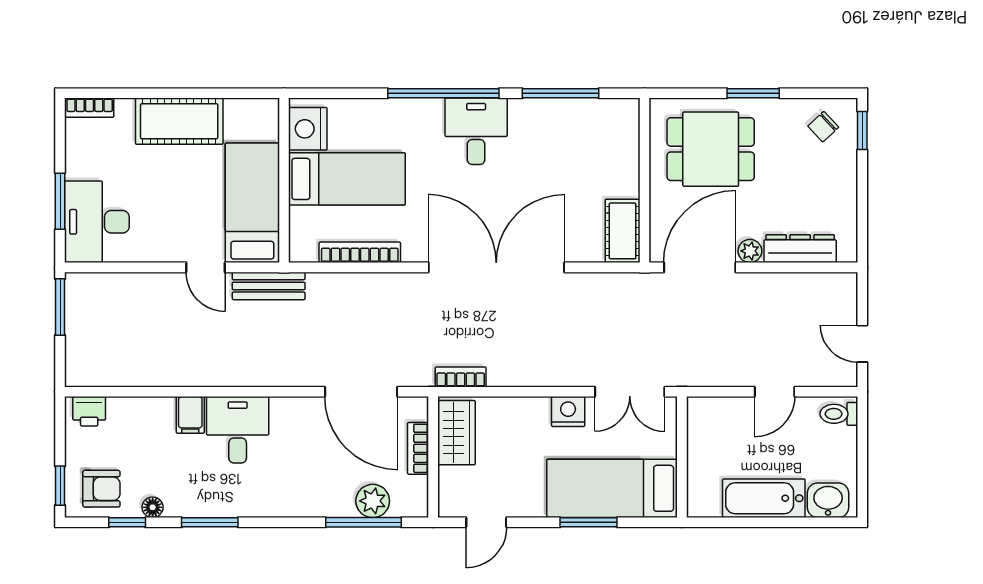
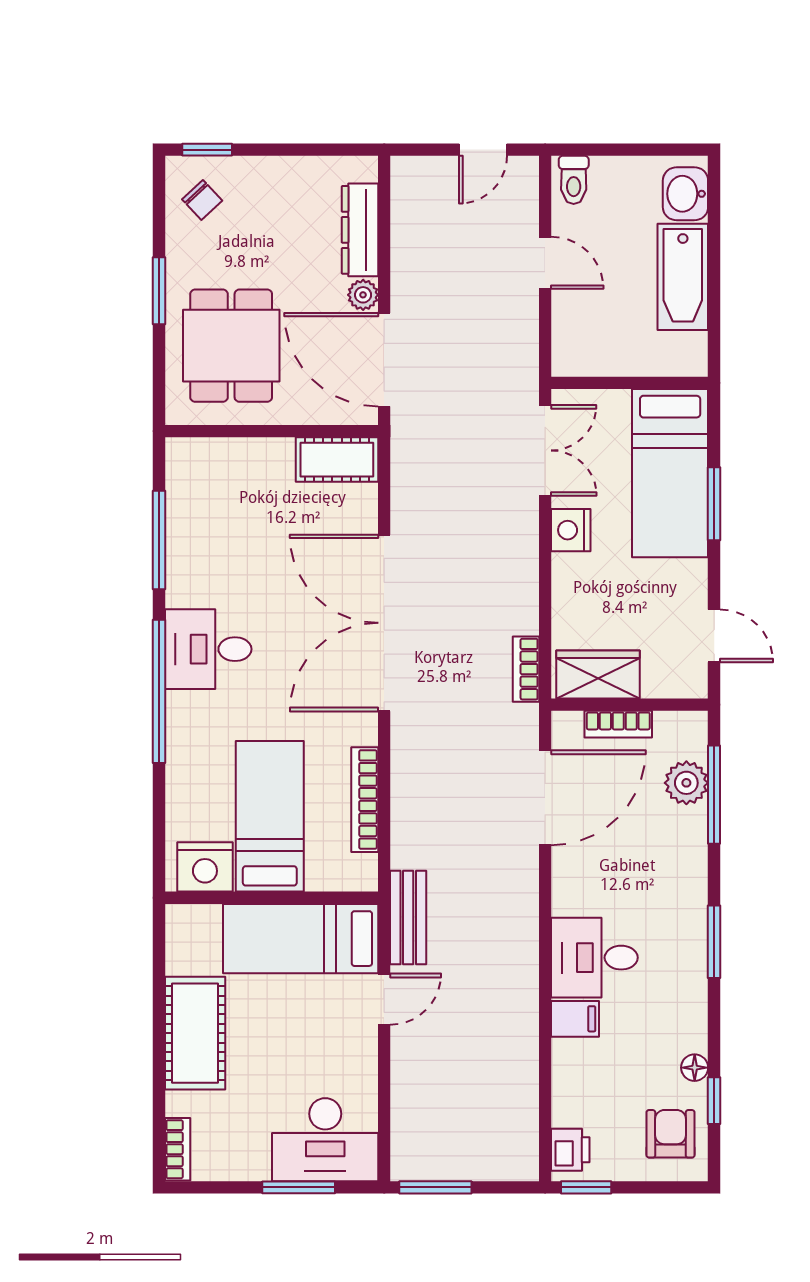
window: (60, 486) -> (586, 1187), moved
window: (210, 522) -> (714, 942), moved

